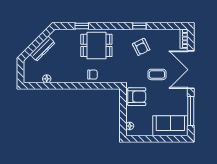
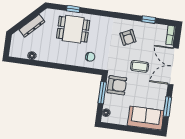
window: (139, 26) -> (149, 20), moved
dining table: (96, 45) -> (73, 29), moved
chair: (92, 75) -> (90, 57), moved
window: (123, 106) -> (102, 93), added
window: (191, 111) -> (167, 107), width x0.69

